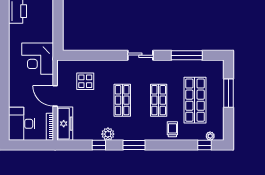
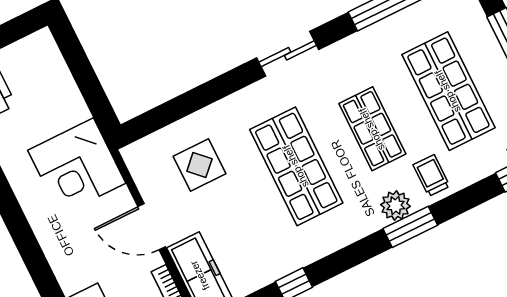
shop shelf: (122, 100) -> (296, 166), width x1.43, depth x1.36
plant: (108, 134) -> (395, 206), moved
window: (134, 145) -> (410, 227), moved

